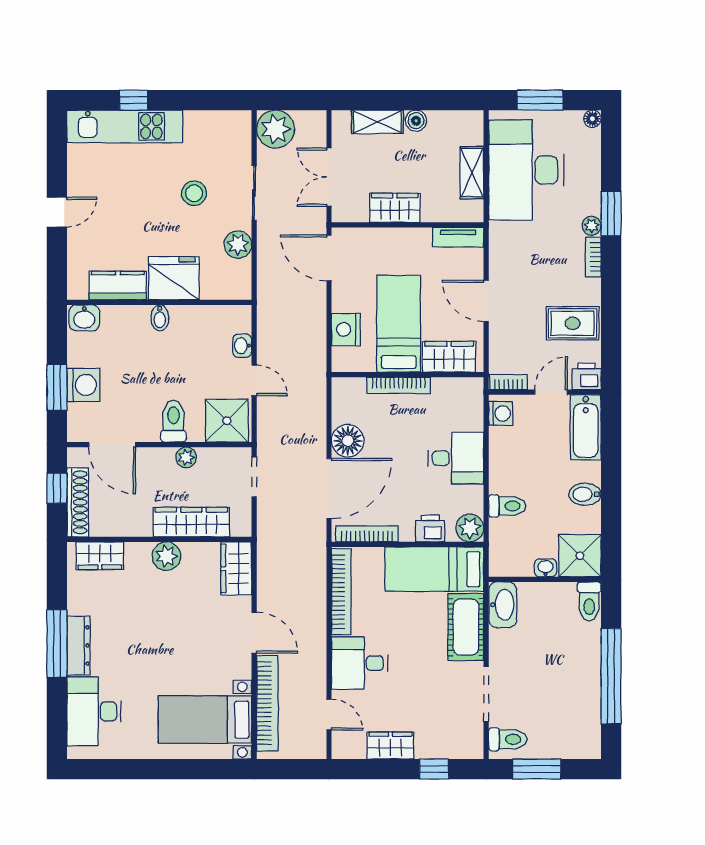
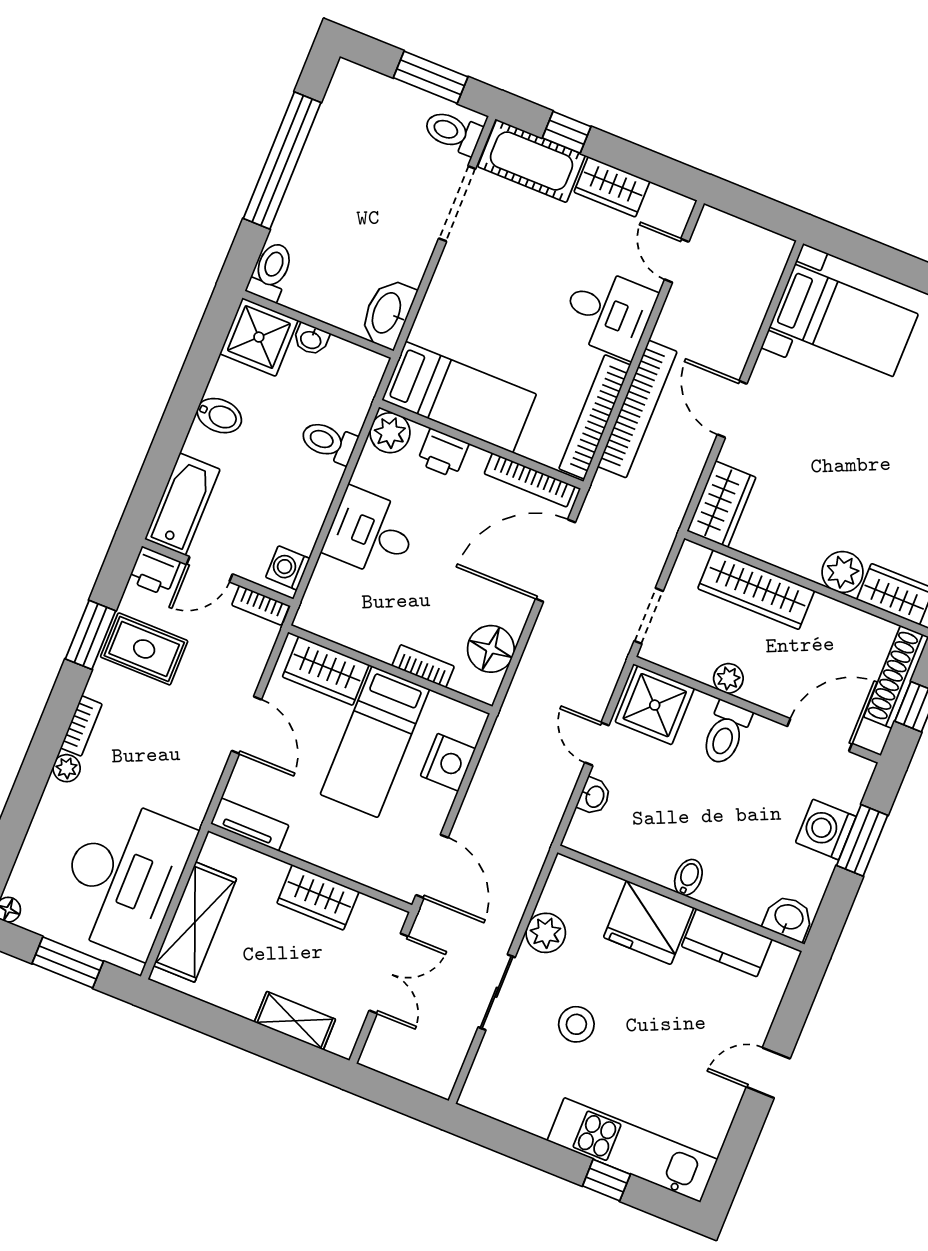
boiler: (416, 121) -> (243, 1002), removed
plant: (276, 129) -> (434, 1066), removed
shelving: (472, 173) -> (195, 922), width x1.50, depth x1.33
window: (611, 214) -> (90, 635), moved
bookcase: (399, 385) -> (423, 666), width x0.64
floor lamp: (348, 441) -> (491, 649), moved
door: (112, 445) -> (820, 735), hinge flipped
plant: (166, 556) -> (843, 572), moved
cot: (466, 627) -> (532, 161), moved, turned 90
bookcase: (267, 703) -> (637, 409), moved, turned 180

